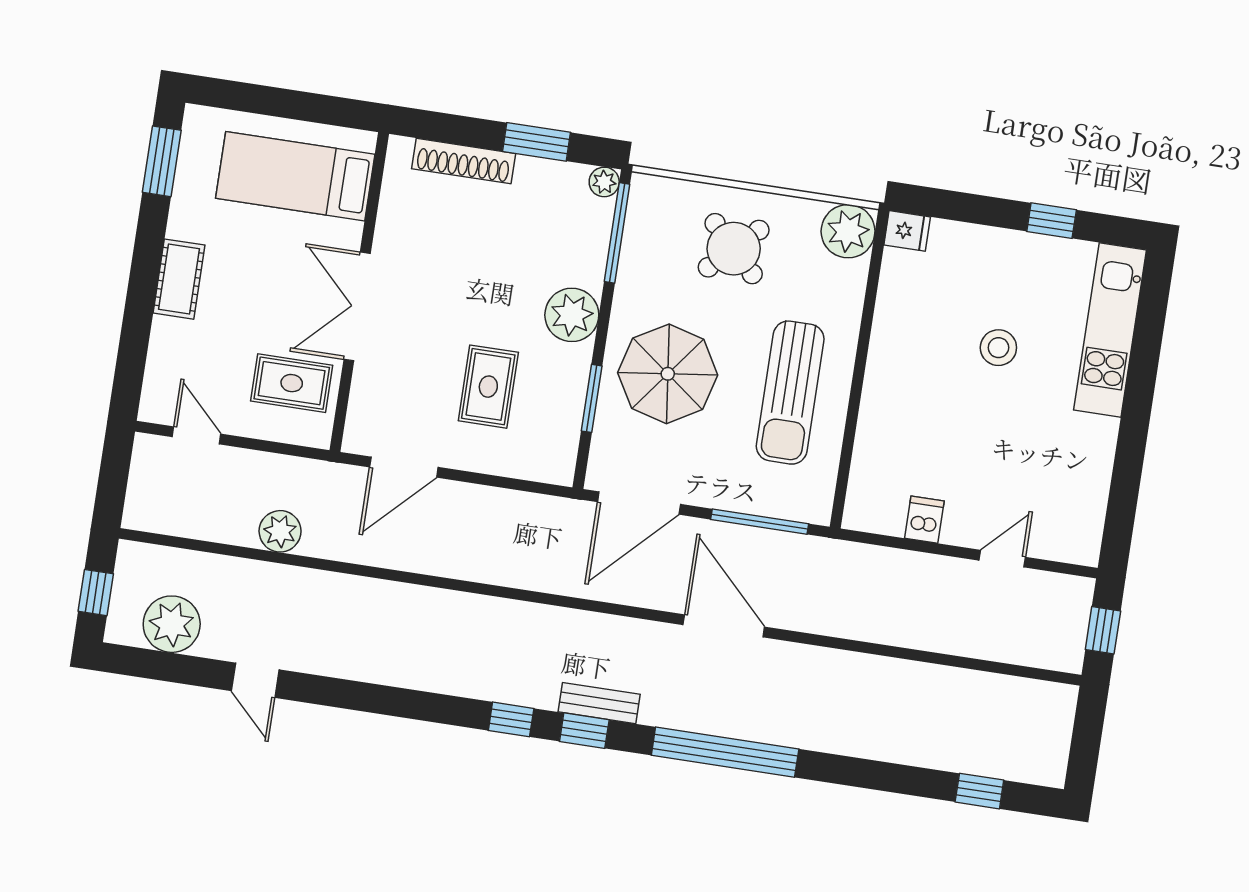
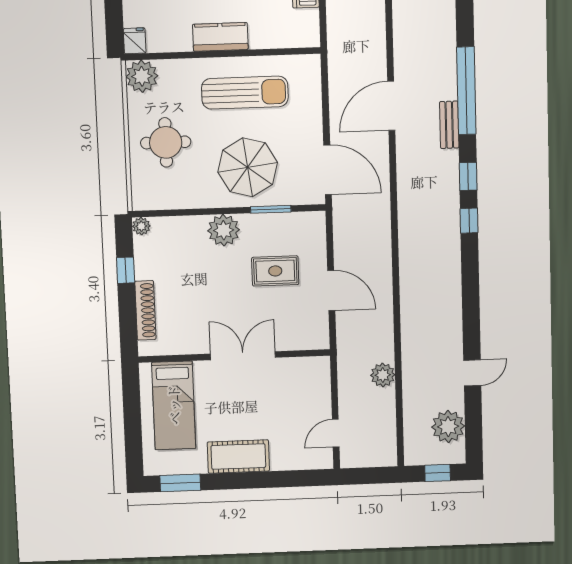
window: (536, 142) -> (126, 270), width x0.67
window: (617, 233) -> (170, 213), removed
round table: (734, 249) -> (166, 142), turned 45
cot: (179, 279) -> (238, 456), width x1.37, depth x1.34
double door: (357, 306) -> (243, 356), swing flipped
kitchen counter: (887, 370) -> (220, 37), added
rug: (292, 383) -> (295, 385), removed
door: (404, 467) -> (331, 290), moved
window: (760, 522) -> (325, 96), removed
bench: (599, 703) -> (449, 125), moved

